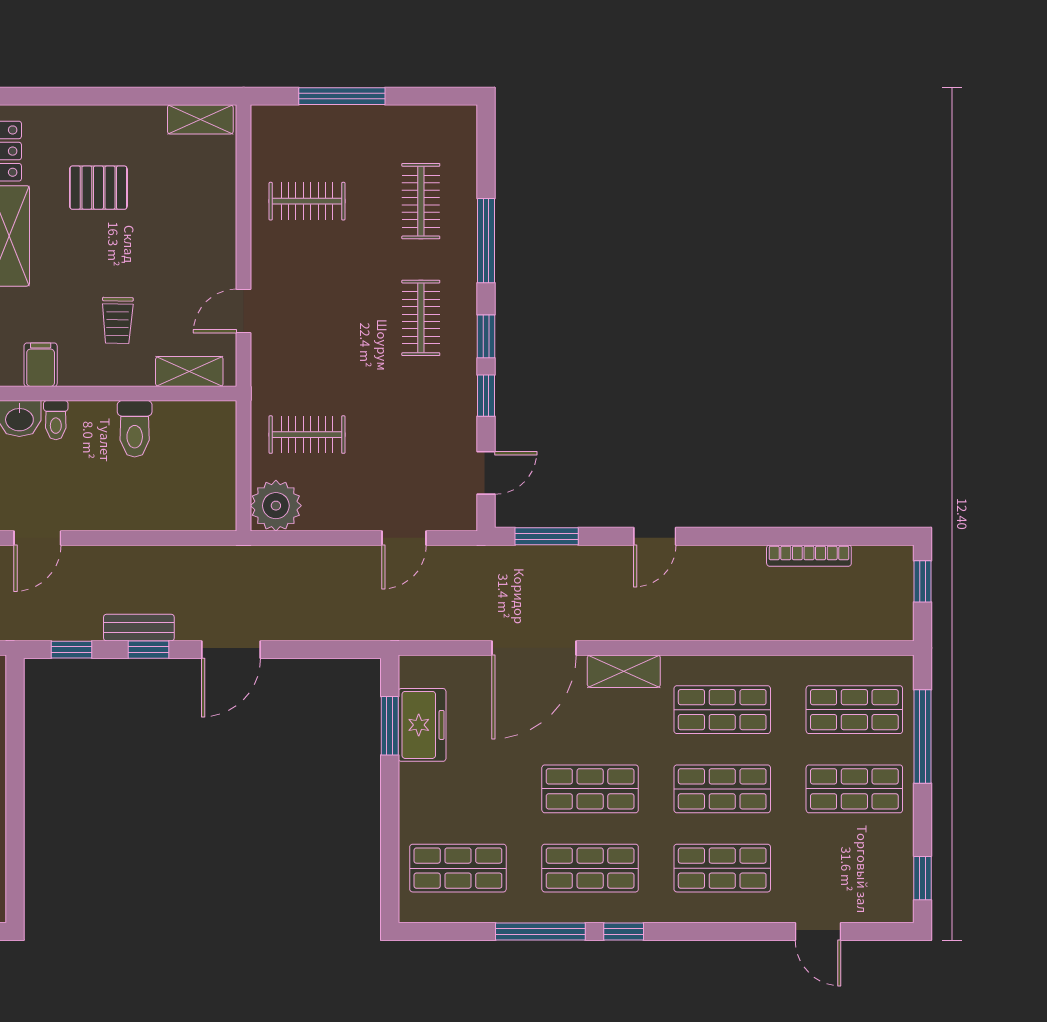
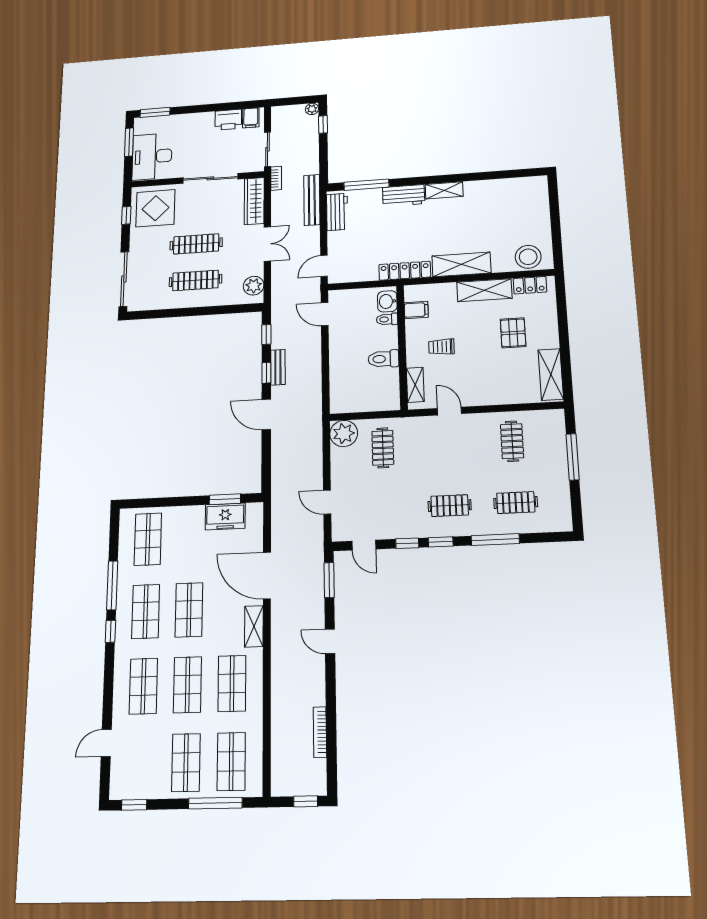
shelving: (200, 119) -> (551, 374), width x1.50, depth x1.33

